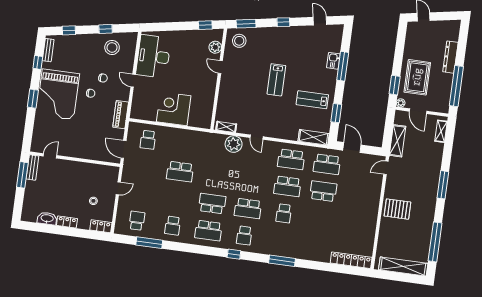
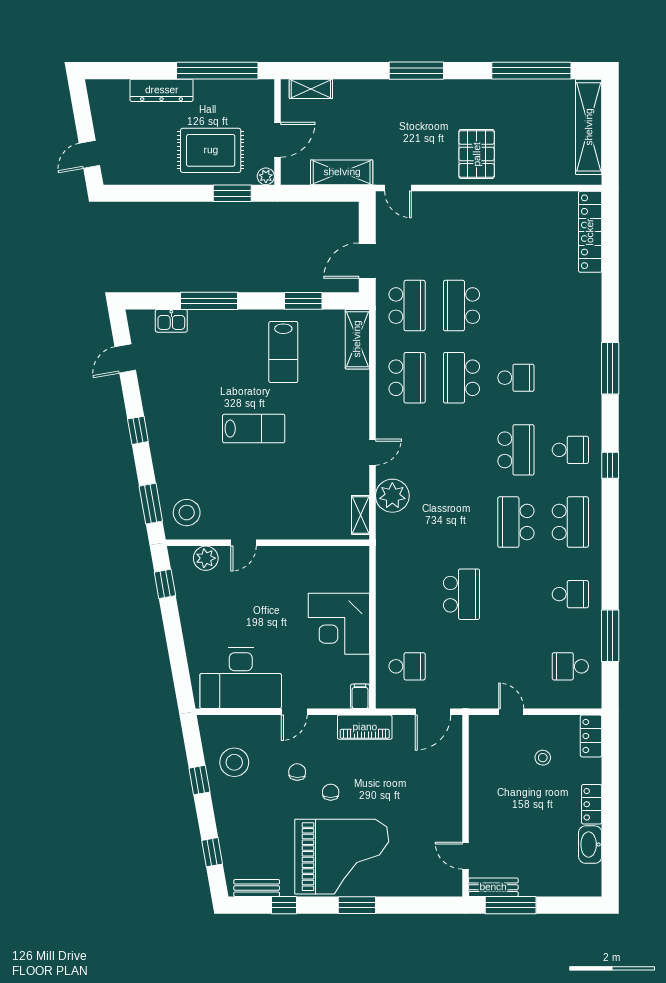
kitchen sink: (333, 61) -> (171, 321), moved
filing cabinet: (136, 114) -> (360, 696), added
school desk: (287, 186) -> (461, 378), turned 180

